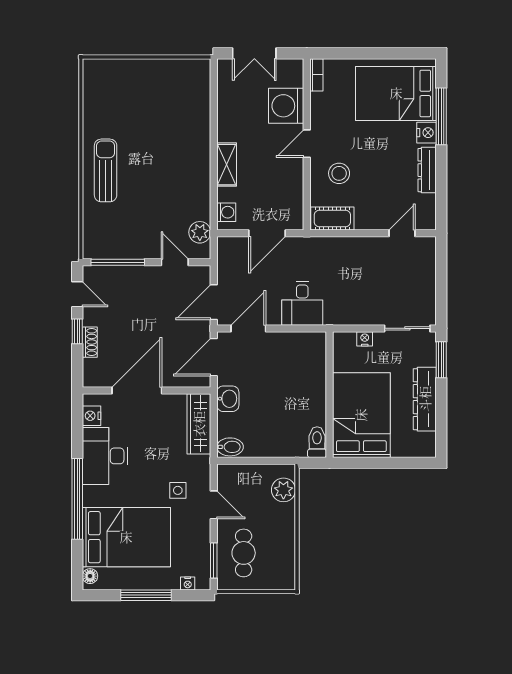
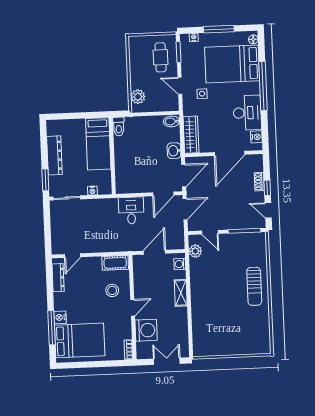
dresser: (427, 170) -> (58, 278), moved
bed: (361, 415) -> (98, 144), width x0.67

